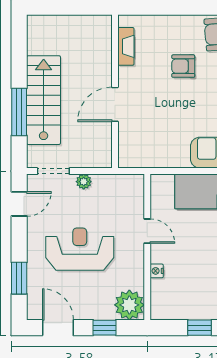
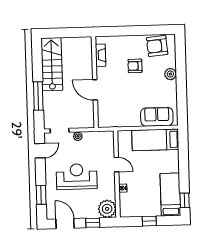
stairs: (44, 100) -> (52, 64), moved
door: (115, 104) -> (95, 90), hinge flipped

